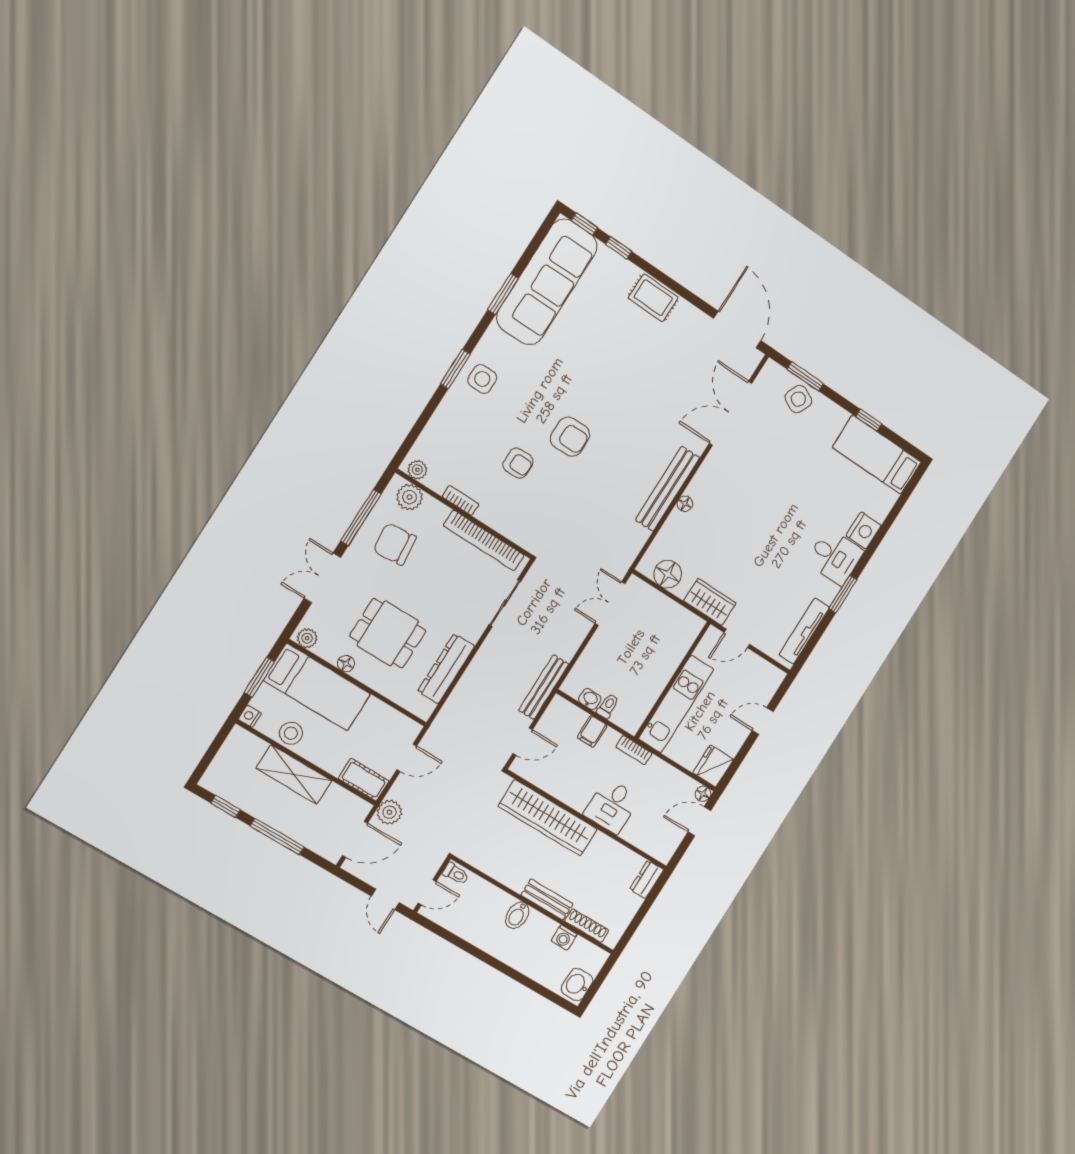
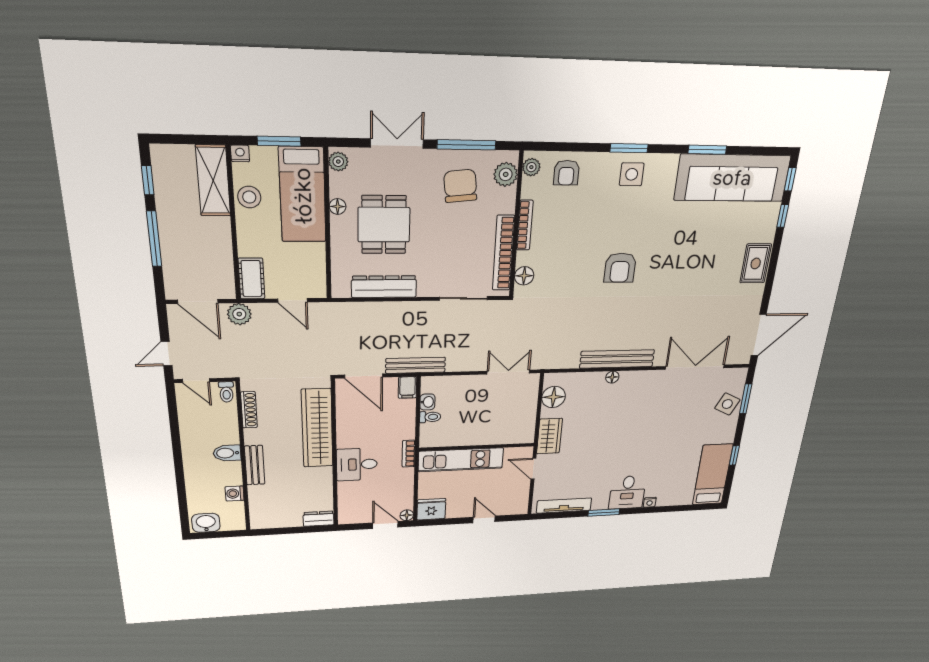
armchair: (518, 463) -> (566, 173), moved
bookcase: (461, 500) -> (525, 225), width x1.56
nightstand: (864, 530) -> (650, 502), width x0.53, depth x0.56
floor lamp: (519, 533) -> (524, 276), added
filing cabinet: (592, 731) -> (407, 387), moved, turned -90
door: (523, 742) -> (364, 376), width x1.38
shelving: (294, 775) -> (213, 181), moved
shoe rack: (587, 926) -> (249, 410), moved

